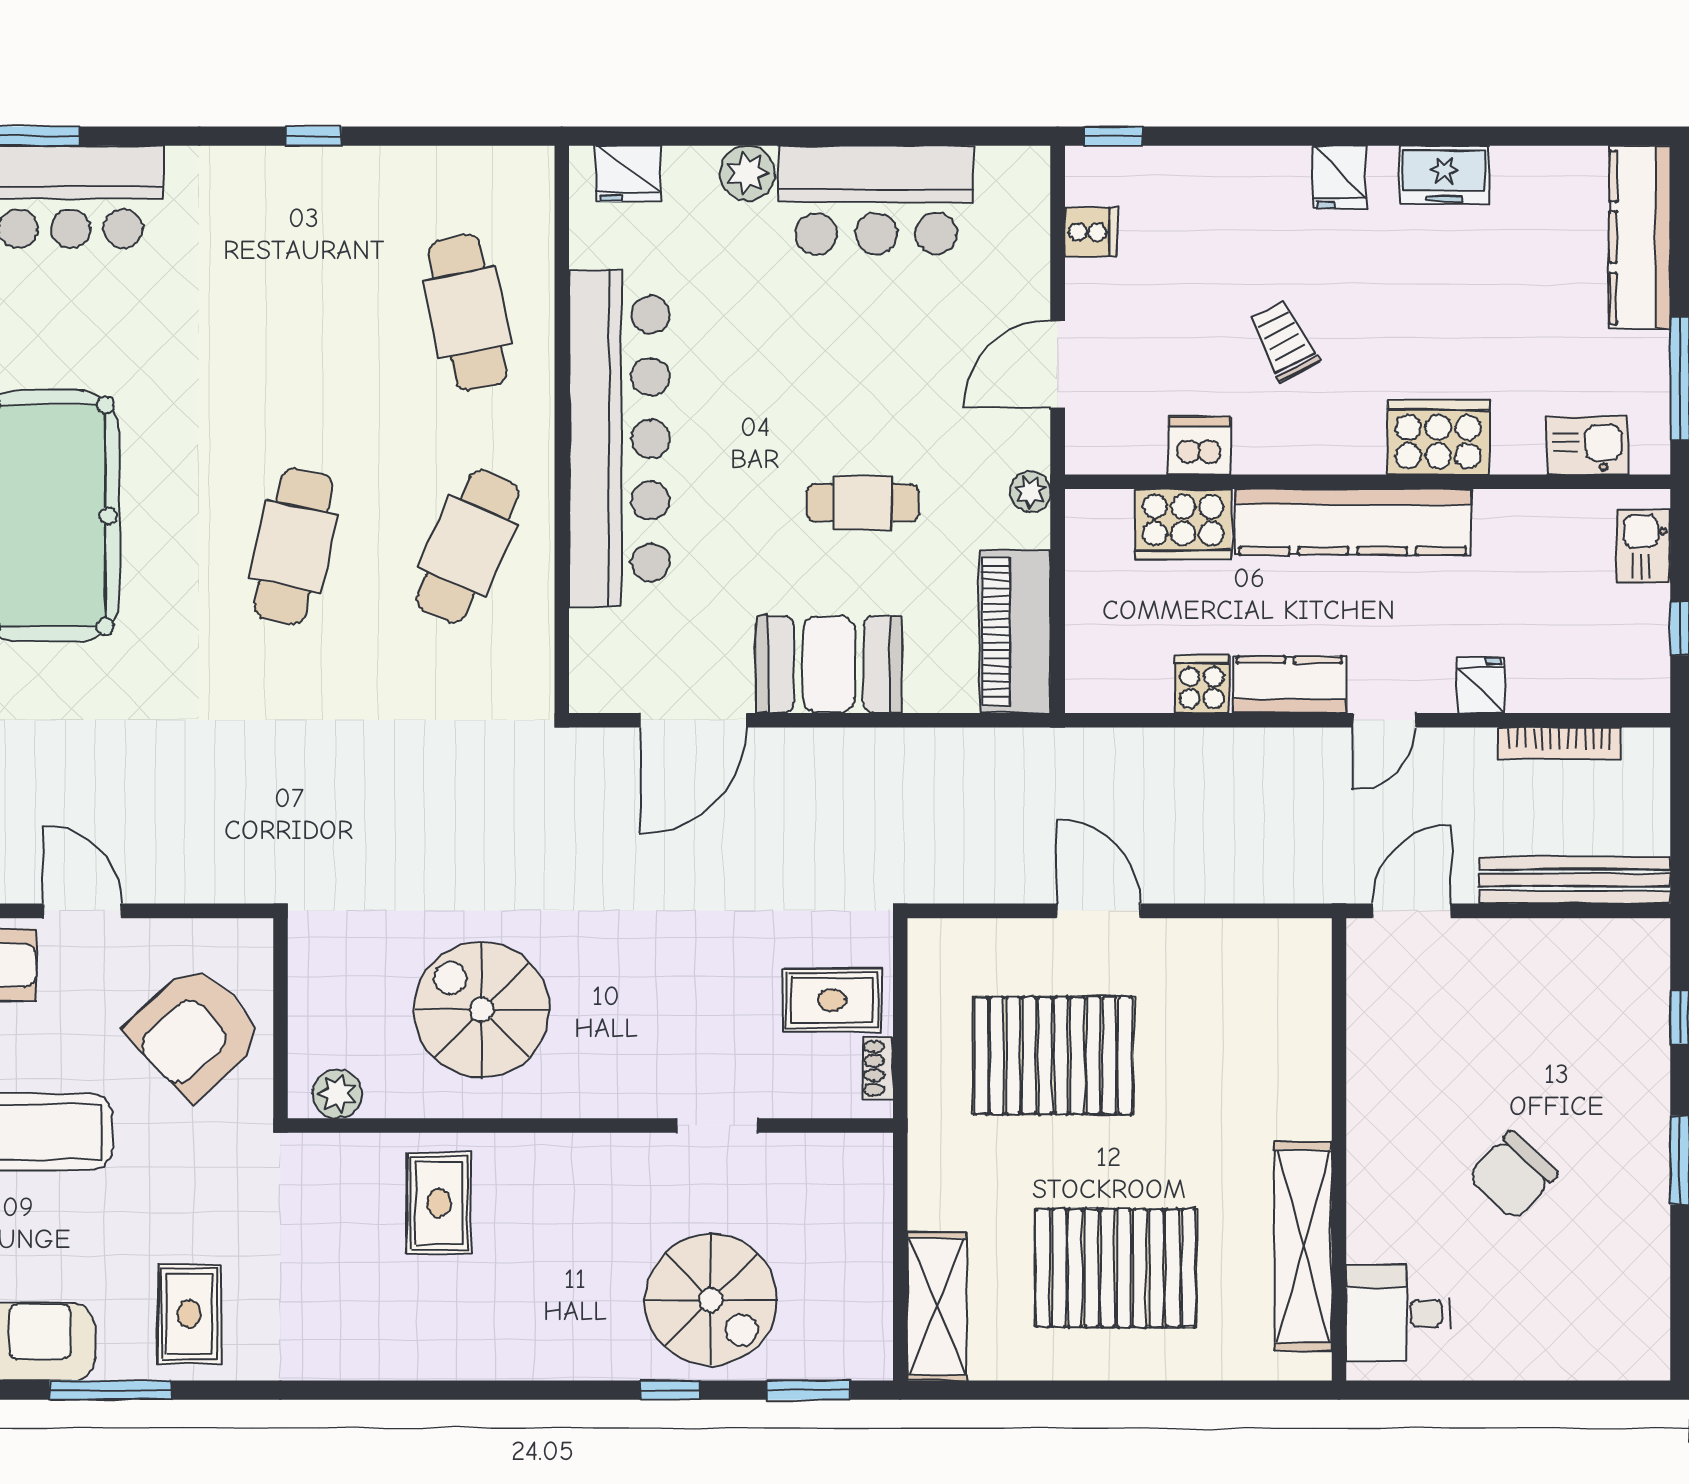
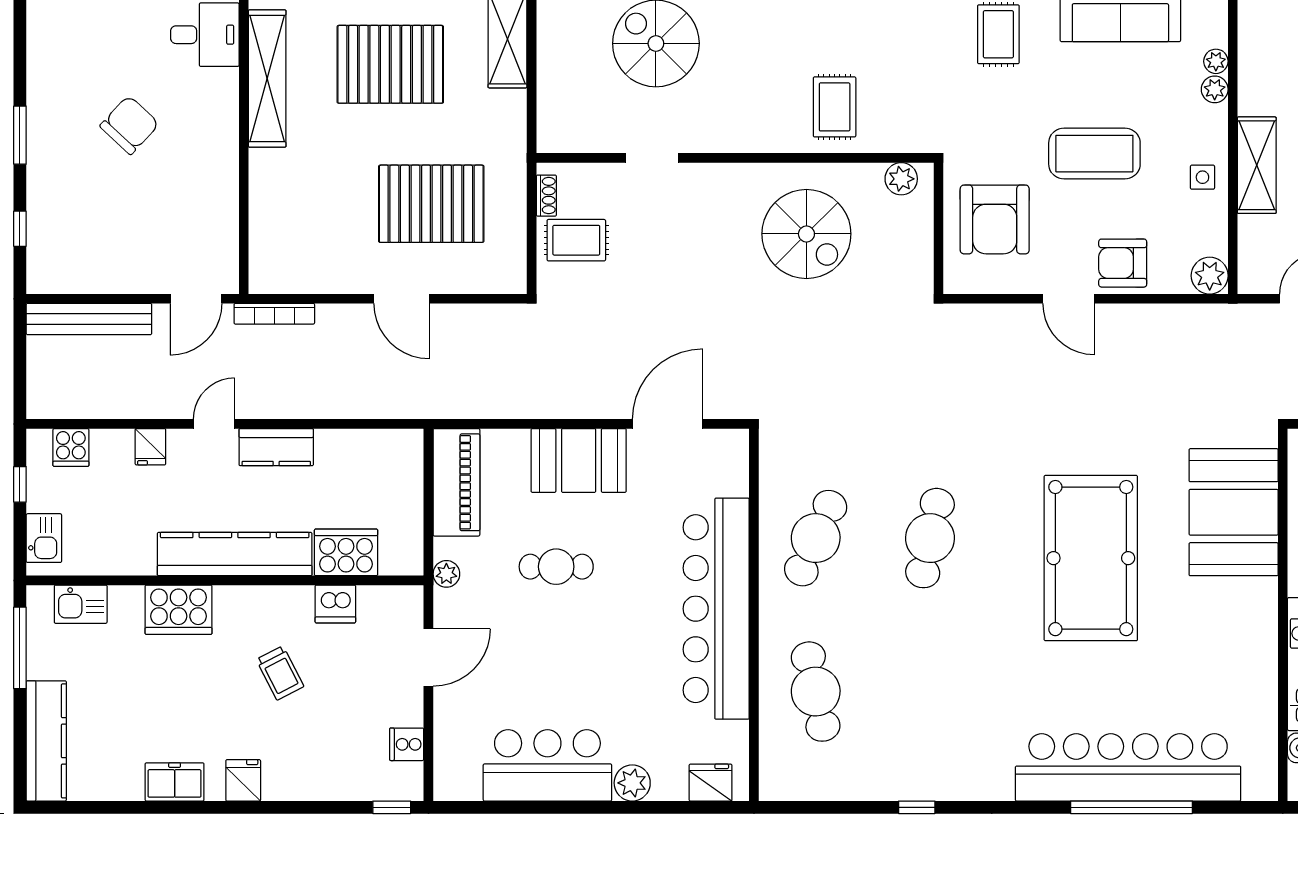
cooker: (1202, 684) -> (71, 447), moved
bookcase: (1559, 743) -> (274, 314), moved, turned 180
armchair: (195, 1032) -> (995, 219), turned 133

